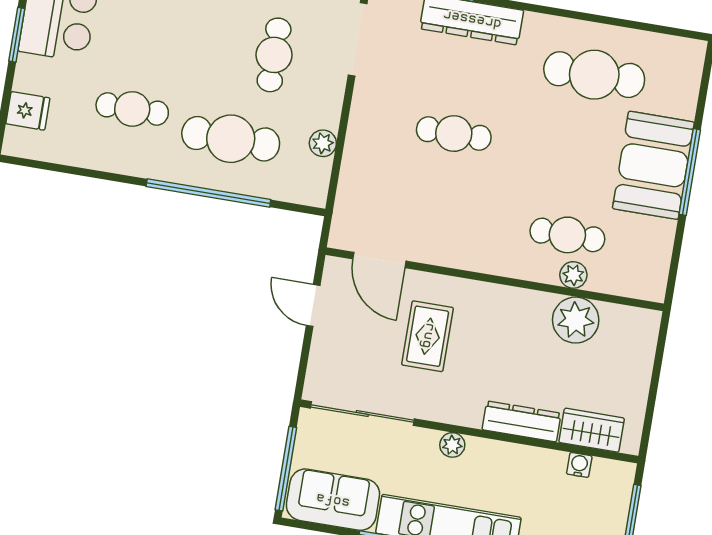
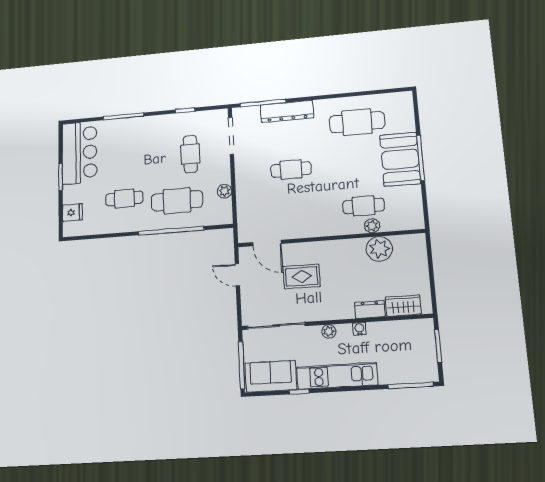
rug: (428, 336) -> (302, 276), turned 90
dresser: (522, 421) -> (370, 309), width x0.70
water cooler: (579, 465) -> (359, 329), moved

